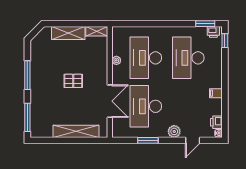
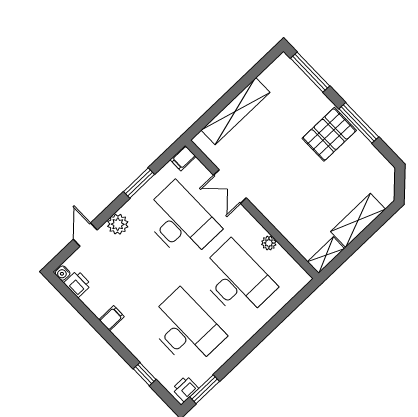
window: (225, 41) -> (145, 374), moved
pallet: (73, 81) -> (329, 134), moved, width x1.50, depth x1.42
double door: (110, 101) -> (230, 187), width x0.73
filing cabinet: (118, 133) -> (183, 158), added

